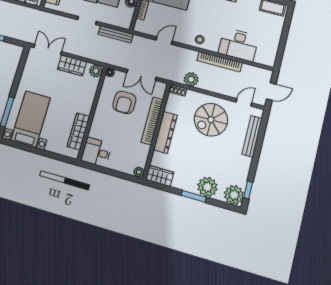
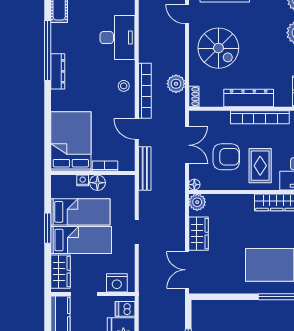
bench: (116, 34) -> (145, 169), moved
bookcase: (220, 62) -> (145, 91), moved
bookcase: (152, 121) -> (260, 117), moved
rug: (110, 127) -> (260, 166), added

